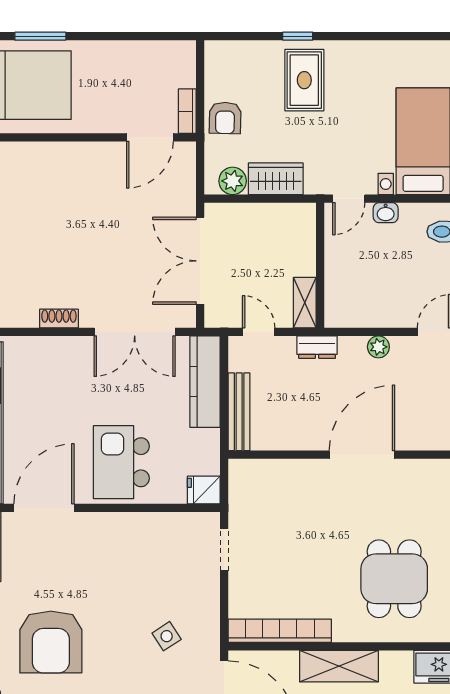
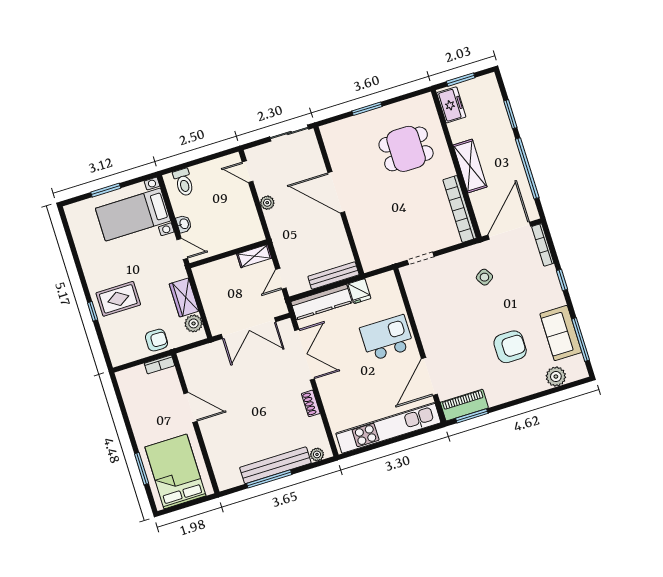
door: (150, 137) -> (190, 407), moved
dresser: (317, 347) -> (279, 240), removed
kitchen island: (121, 462) -> (387, 338), turned 180
fridge: (204, 490) -> (359, 291), moved
door: (44, 508) -> (429, 377), hinge flipped
armchair: (51, 642) -> (510, 347), width x0.73, depth x0.73

